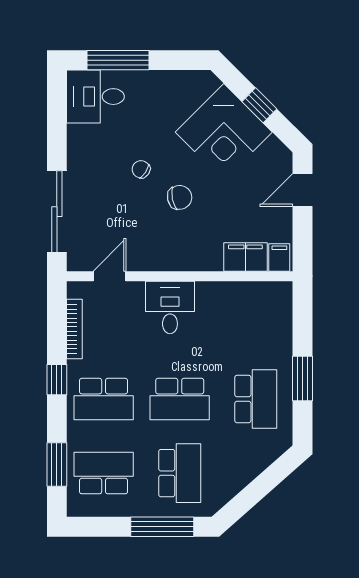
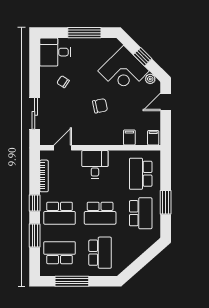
window: (118, 60) -> (84, 33), moved
plant: (274, 147) -> (150, 79), added
chair: (141, 169) -> (63, 82), moved
sliding door: (57, 212) -> (35, 113), width x0.73
filing cabinet: (245, 257) -> (129, 137), width x0.50
school desk: (256, 325) -> (141, 174), added
window: (57, 464) -> (35, 236), moved
window: (162, 527) -> (72, 281), moved

